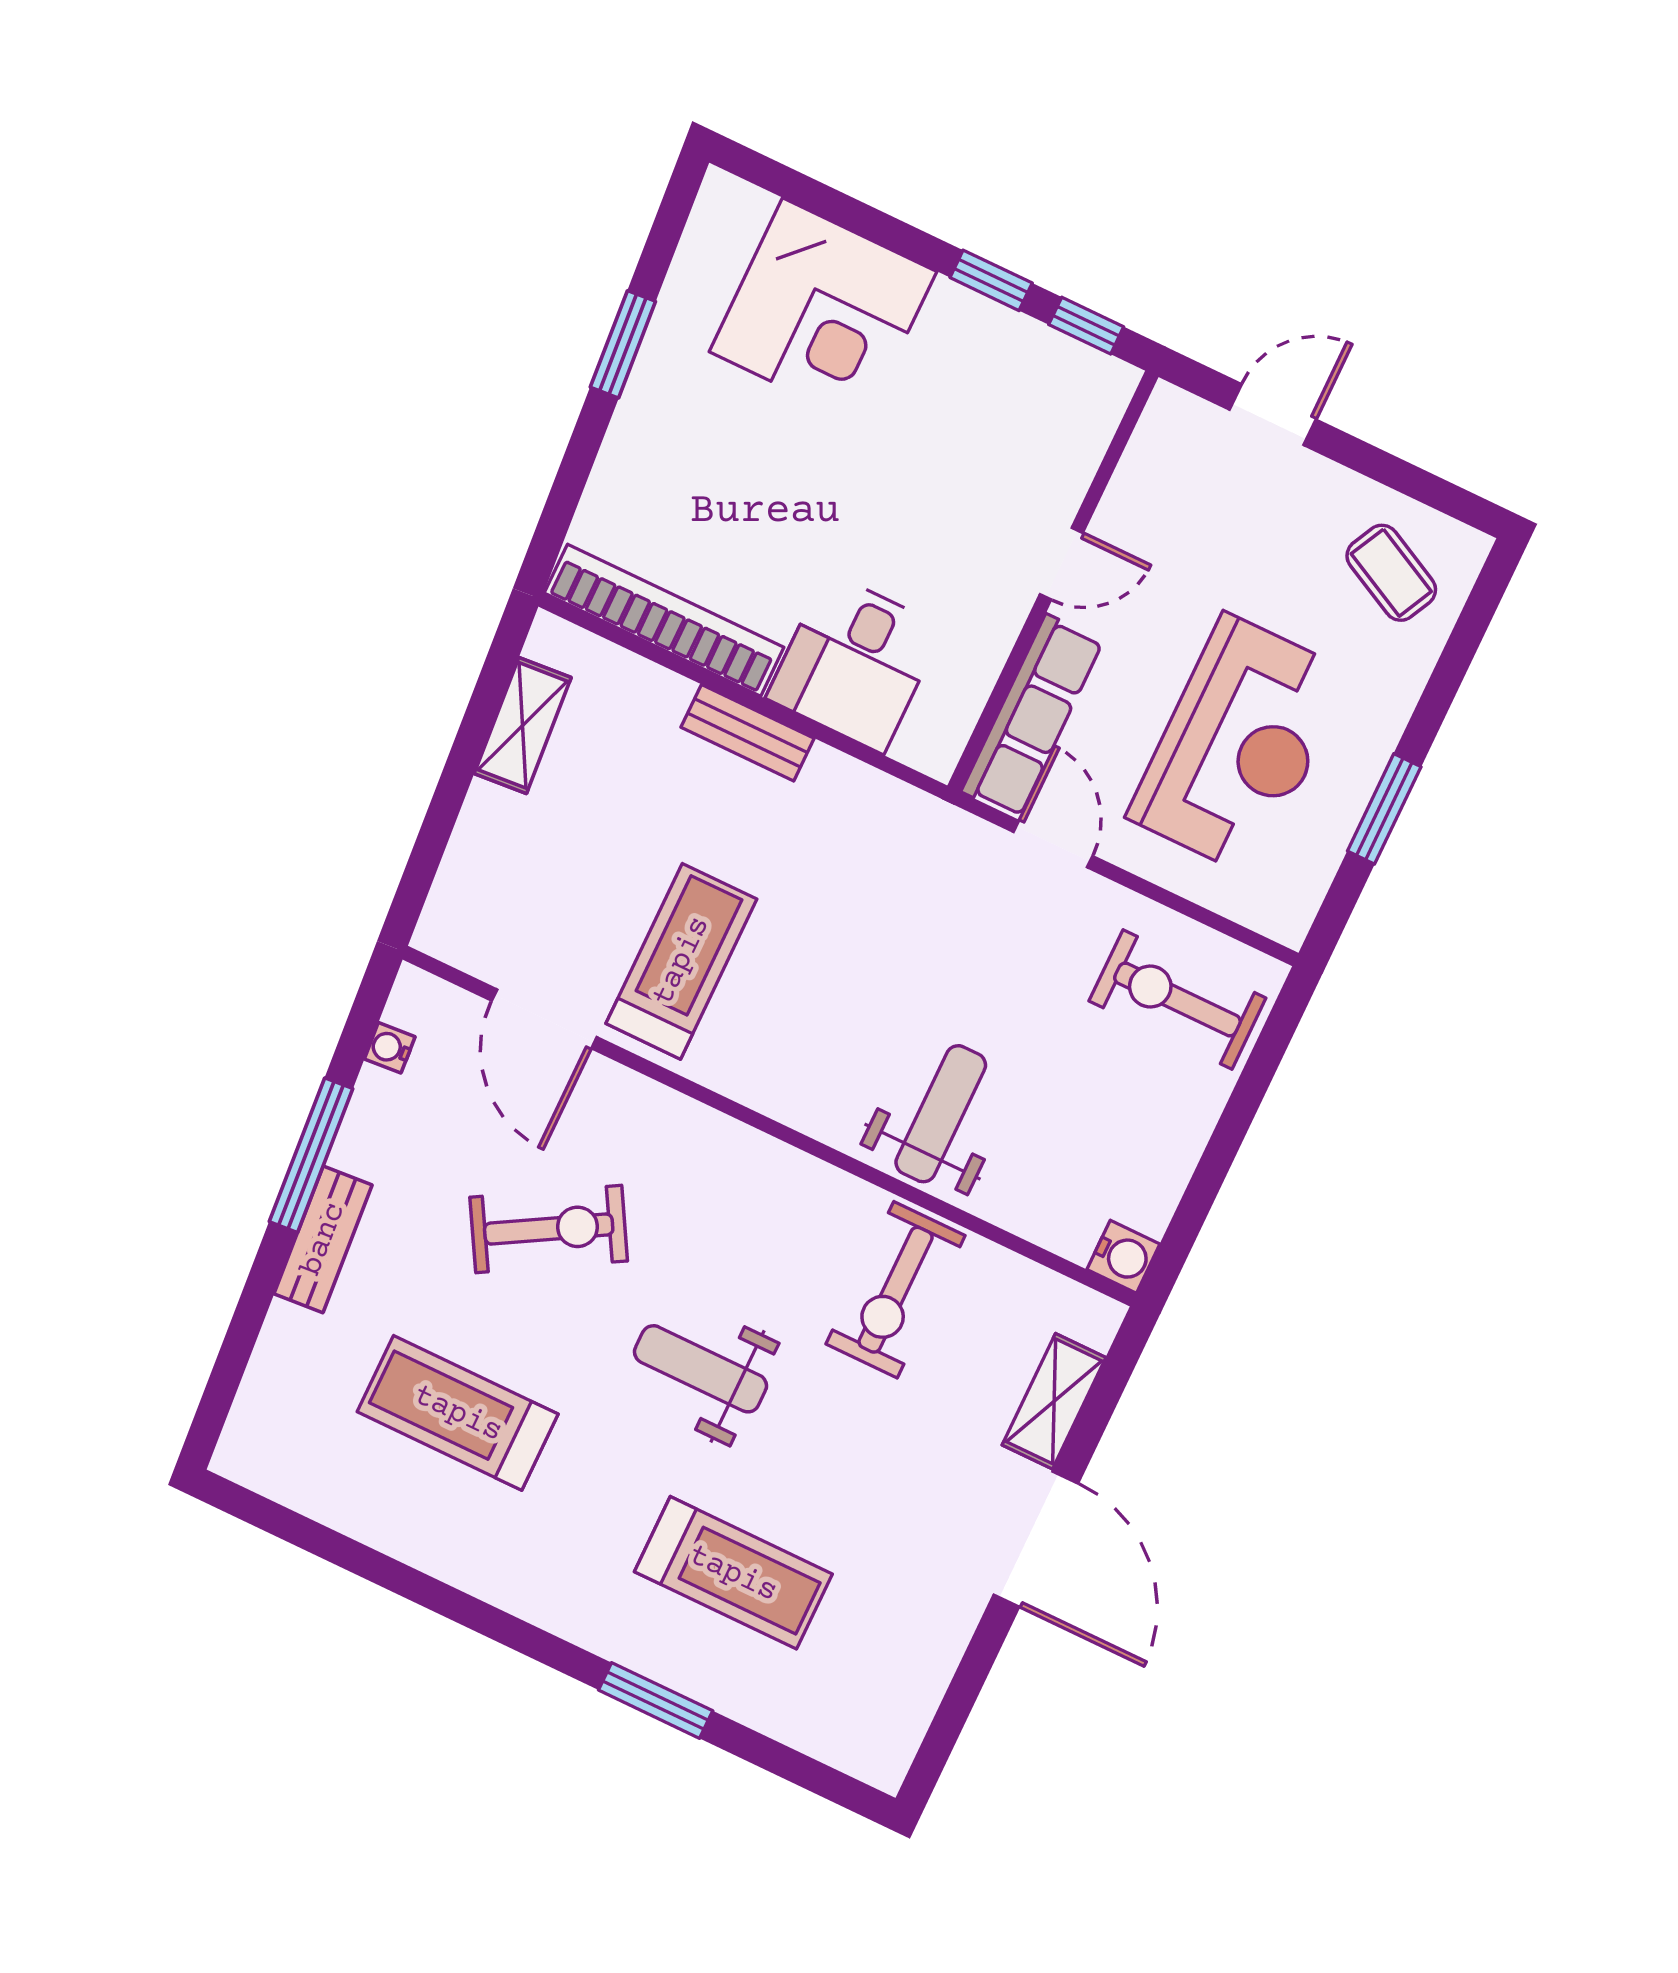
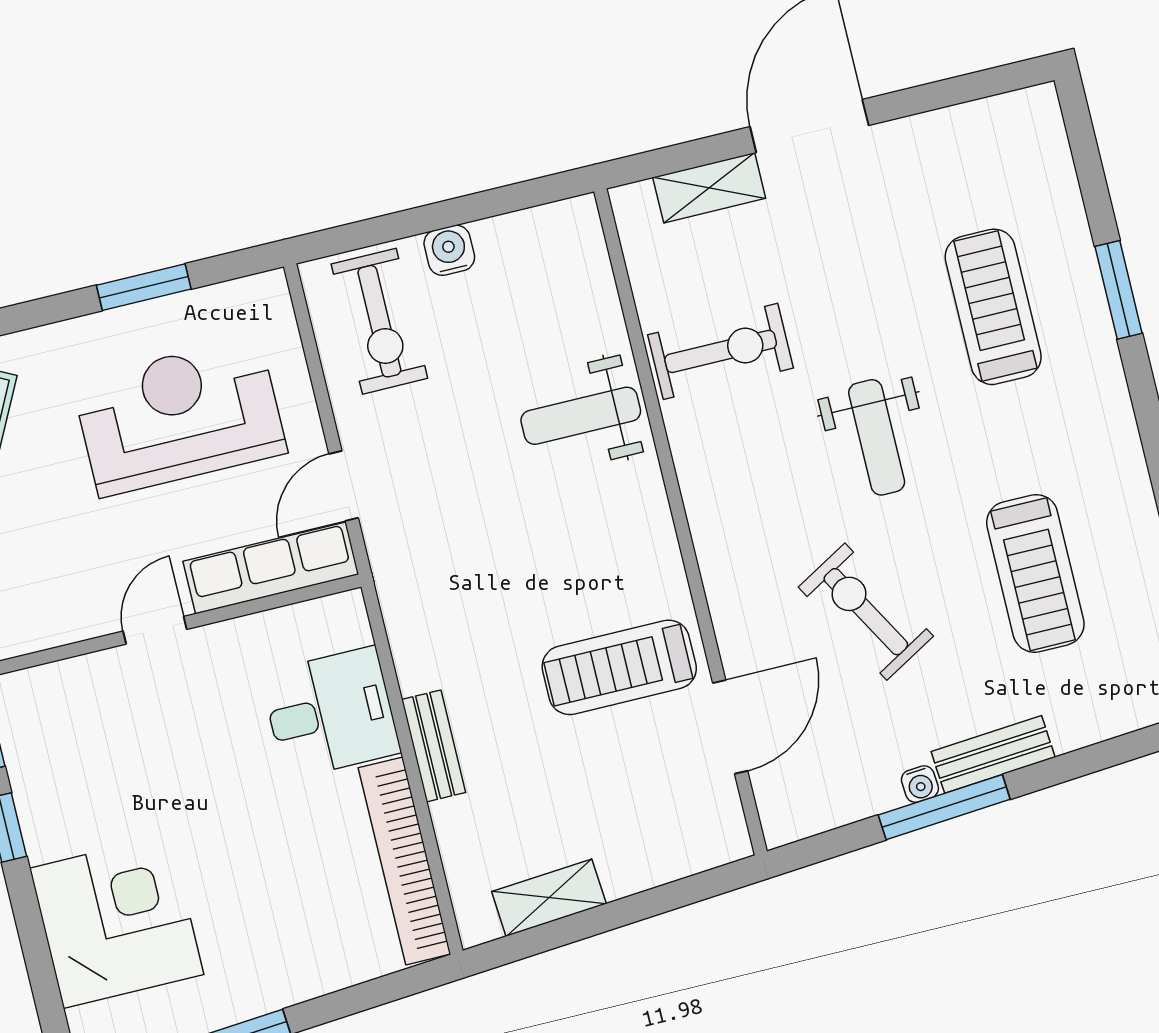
door: (1061, 564) -> (155, 630), hinge flipped
water cooler: (390, 1048) -> (920, 784), moved
water cooler: (1123, 1257) -> (449, 250), moved

